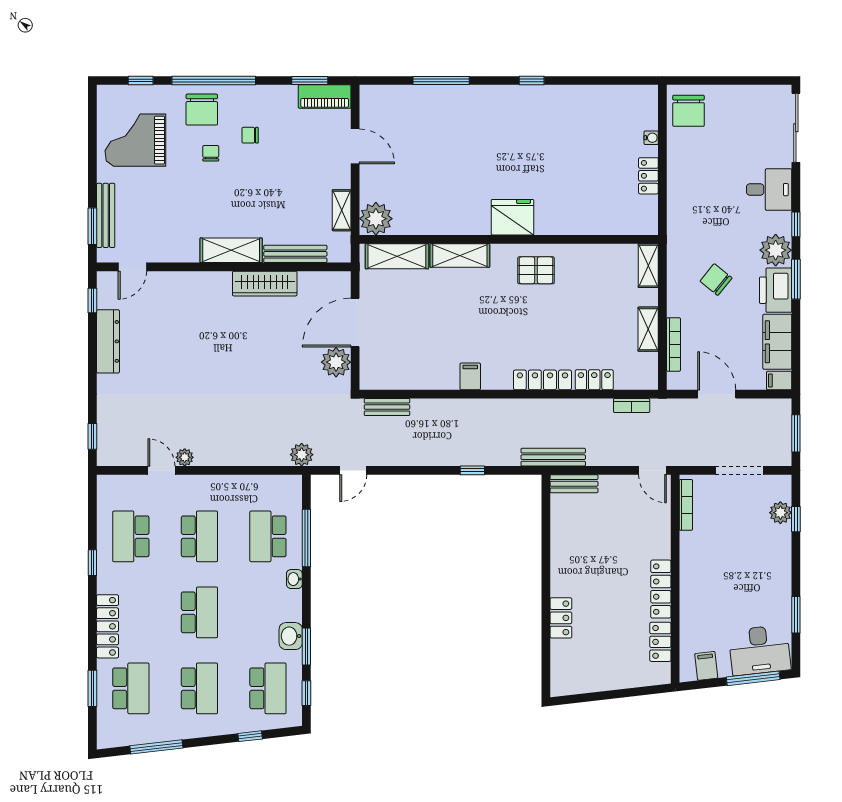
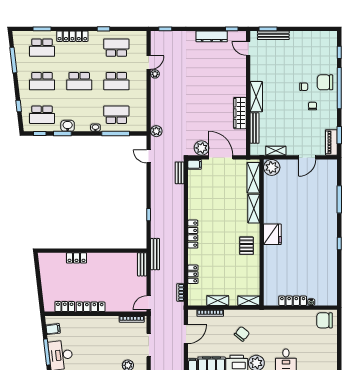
grand piano: (135, 140) -> (310, 50), removed
locker: (648, 176) -> (293, 301), width x1.53
filing cabinet: (470, 376) -> (195, 164), moved
locker: (542, 380) -> (193, 234), moved

